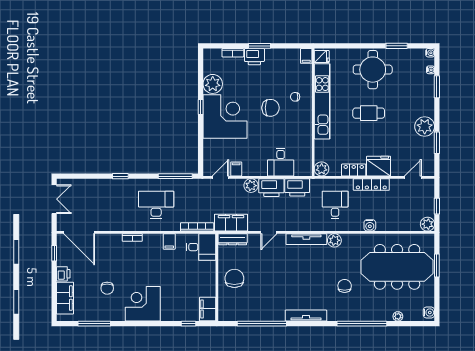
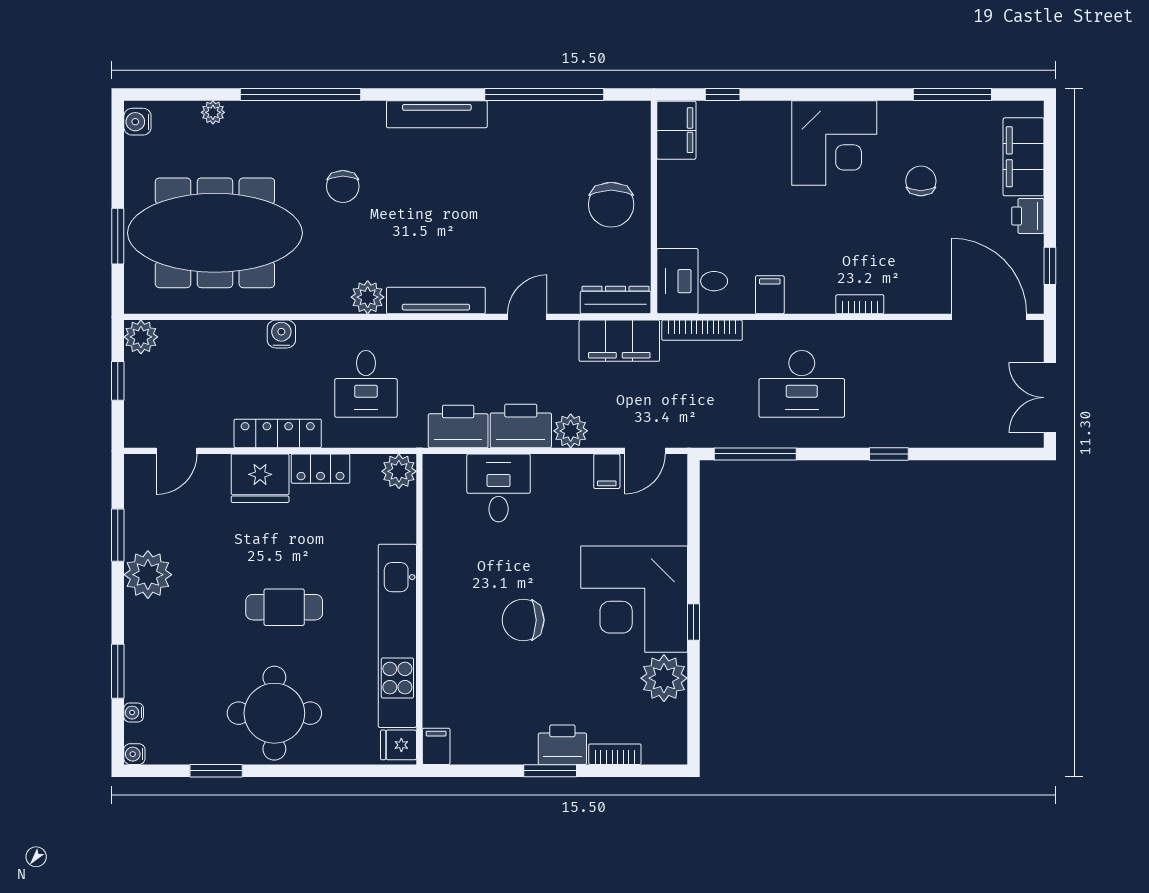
chair: (295, 97) -> (463, 647), removed

